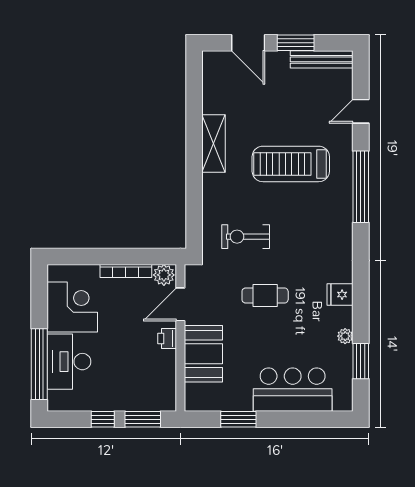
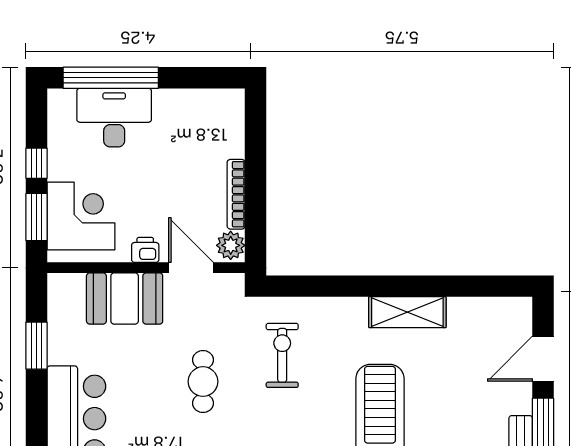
corner desk: (72, 307) -> (81, 216), moved, turned -90

